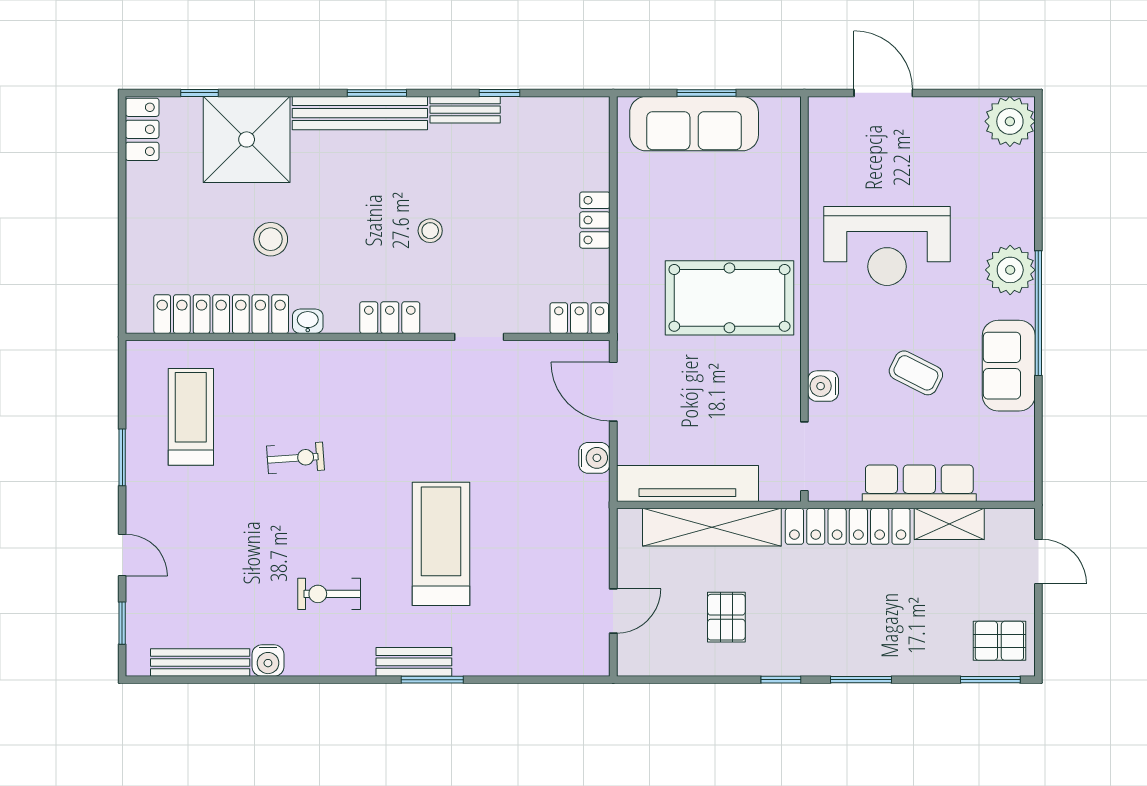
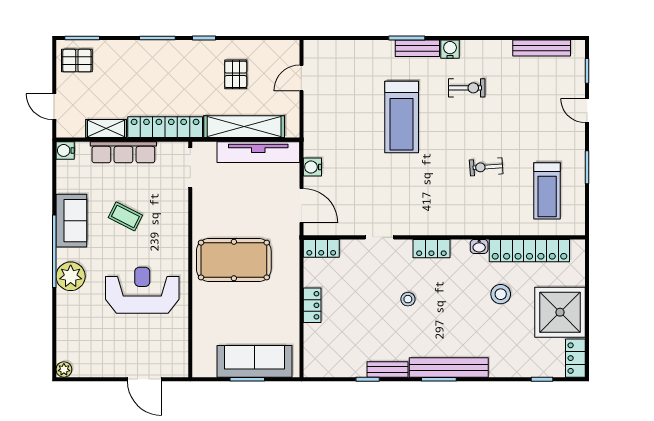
plant: (1010, 121) -> (64, 369), width x0.53, depth x0.53
shower: (247, 139) -> (560, 312), moved
water cooler: (823, 386) -> (65, 150), moved, turned 180
water cooler: (268, 661) -> (450, 49), moved

